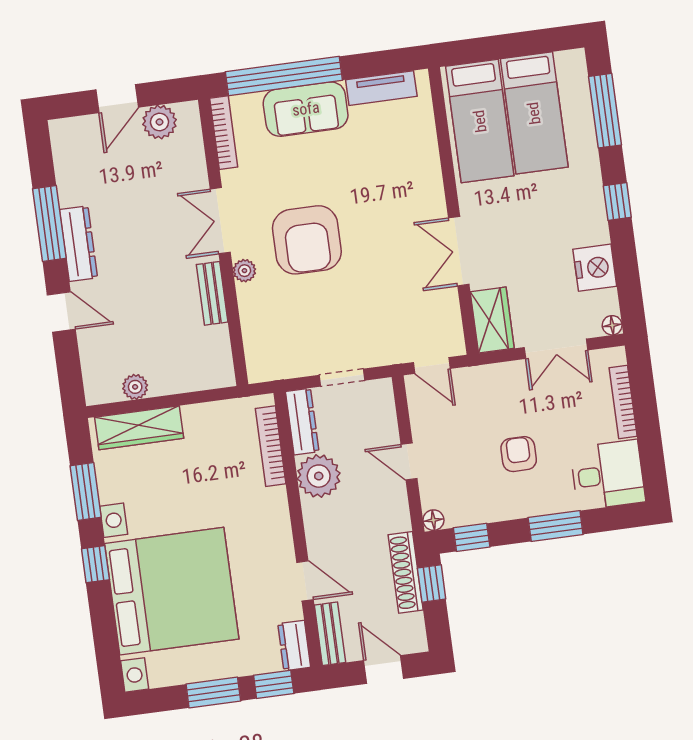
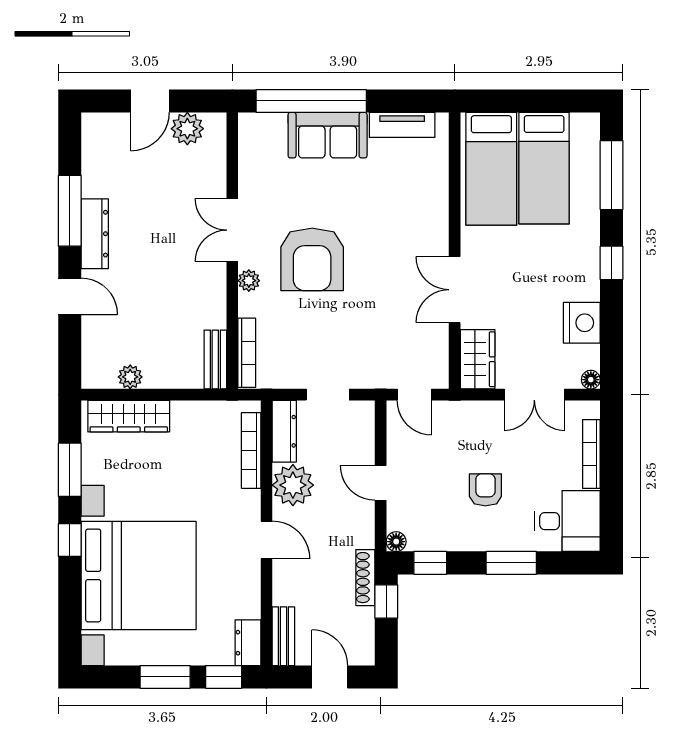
bookcase: (224, 133) -> (247, 353), moved
bench: (212, 293) -> (215, 360), moved
shoe rack: (406, 572) -> (365, 578), width x0.74, depth x0.81
door: (305, 581) -> (266, 540), moved

